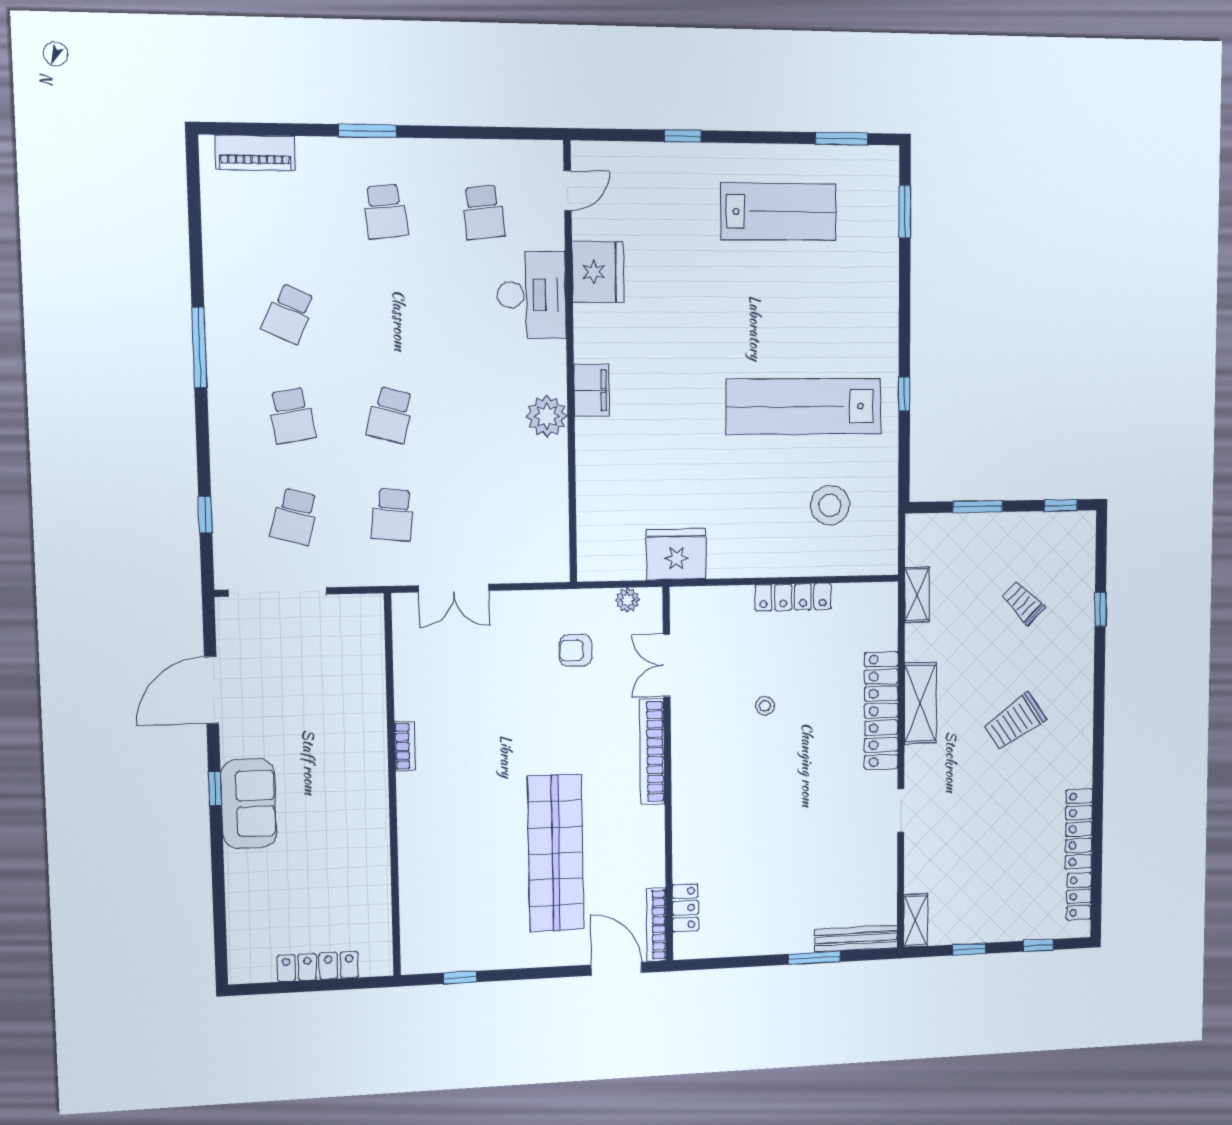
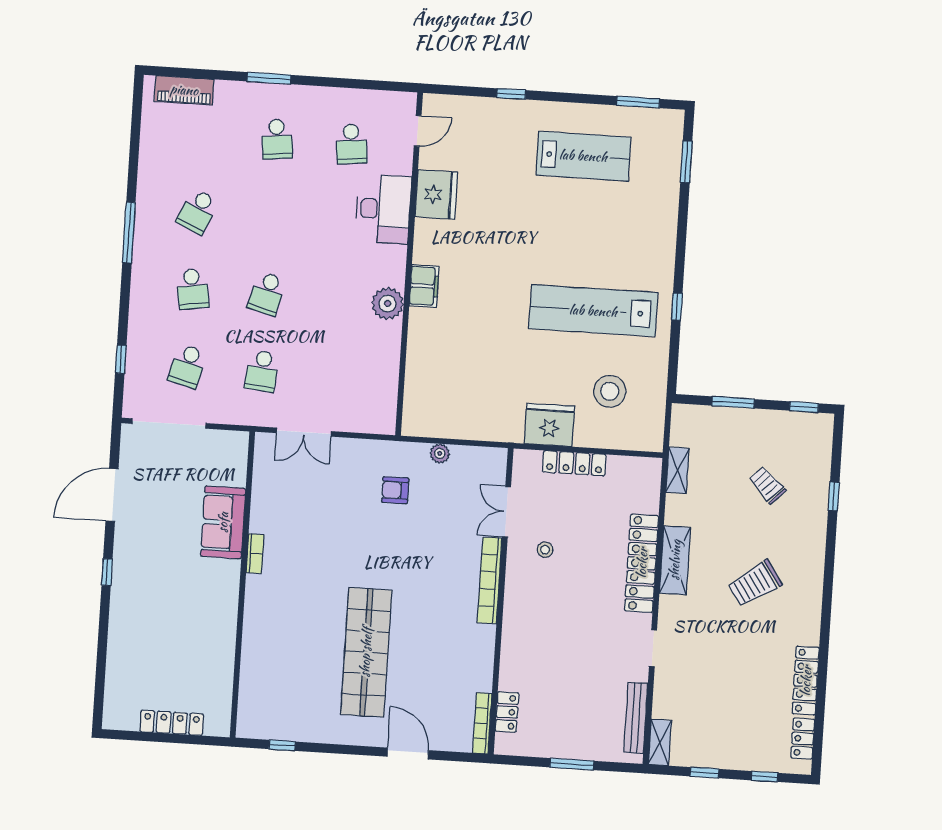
fridge: (676, 554) -> (549, 425), moved
double door: (667, 665) -> (507, 512), moved
bookcase: (652, 752) -> (490, 580), moved
wall: (668, 775) -> (501, 601), moved
sofa: (249, 804) -> (223, 522), moved, turned 180
locker: (685, 908) -> (507, 712), moved
bookcase: (656, 925) -> (482, 723), moved
bench: (856, 938) -> (636, 718), moved, turned 90

